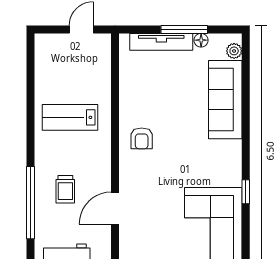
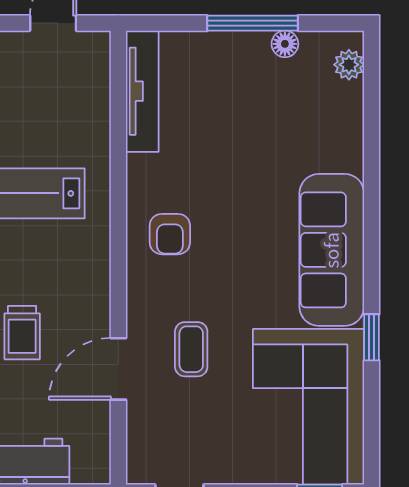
tv unit: (161, 42) -> (142, 91), moved, turned -90
sofa: (225, 100) -> (332, 250), moved
coffee table: (153, 198) -> (191, 349), added

